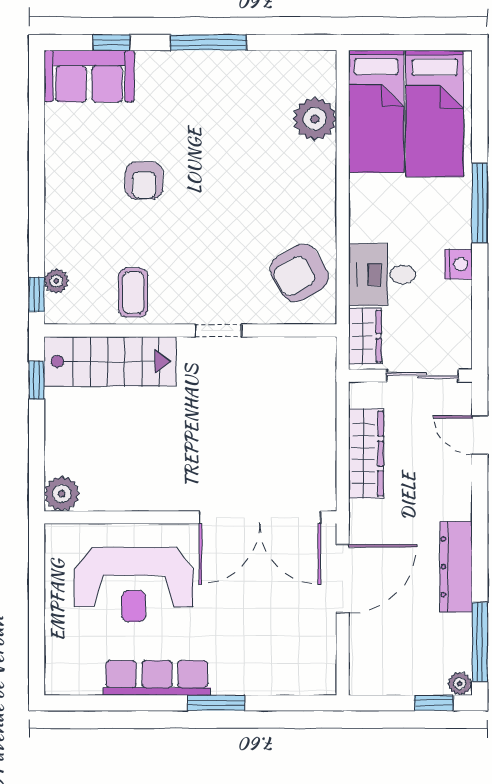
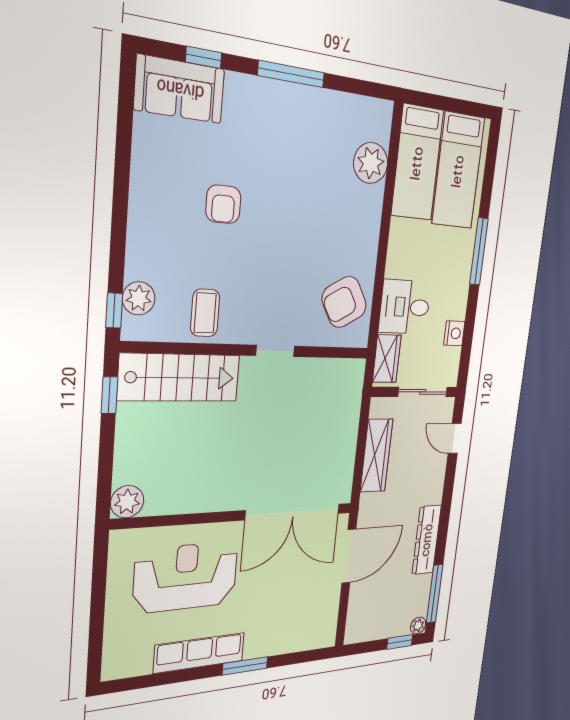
nightstand: (458, 264) -> (454, 333), moved
plant: (56, 281) -> (139, 298), width x1.38, depth x1.38
reception desk: (134, 584) -> (186, 577), turned 180

